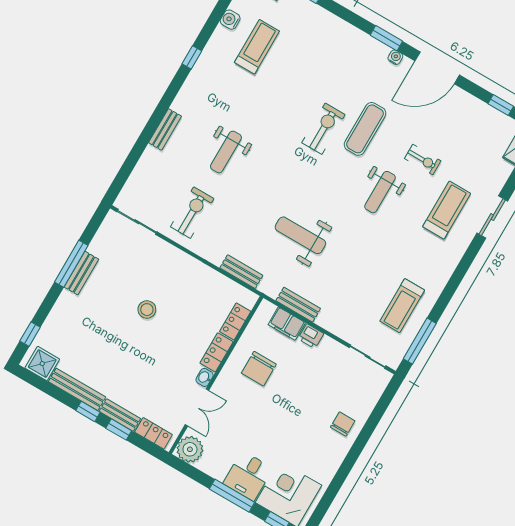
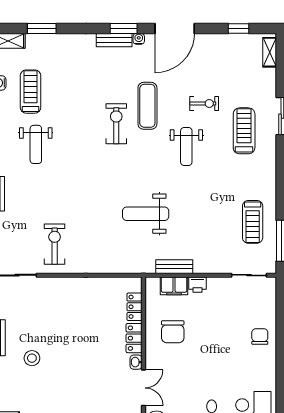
weight bench: (226, 152) -> (36, 144), moved
bench: (241, 272) -> (114, 40), moved
stool: (147, 310) -> (32, 358), moved

